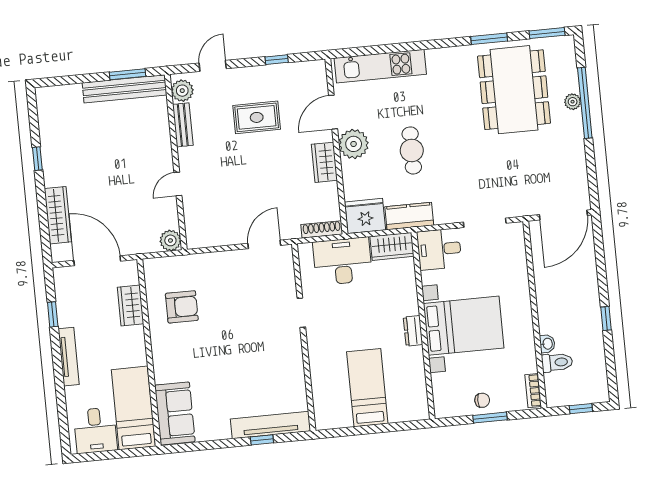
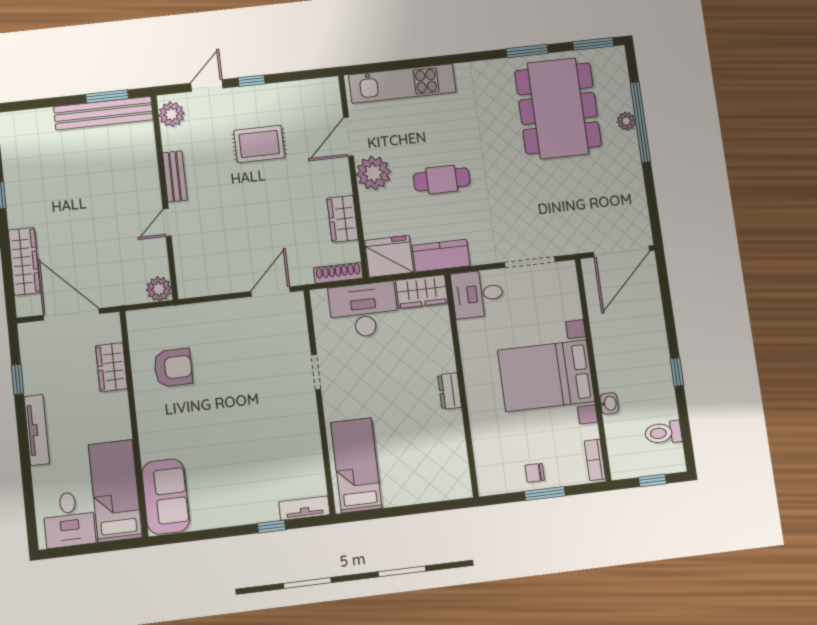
window: (277, 60) -> (252, 81), moved
bench: (183, 125) -> (175, 176), moved
cafe table: (412, 150) -> (442, 180), turned 90
wardrobe: (324, 162) -> (343, 219), moved
bed with nightstands: (464, 326) -> (546, 376), moved, turned 180
toilet: (557, 362) -> (663, 433), moved, turned 180
bed: (367, 388) -> (356, 465), moved
chair: (482, 400) -> (535, 473), turned 180
tv unit: (270, 425) -> (304, 508), width x0.52, depth x0.78

